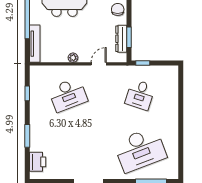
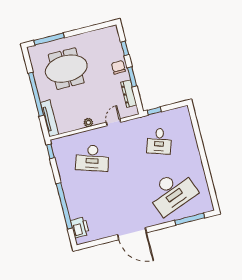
window: (129, 37) -> (132, 77), moved
window: (27, 93) -> (50, 151), moved
desk: (68, 95) -> (92, 158), turned 39
window: (27, 136) -> (64, 206), width x2.11

